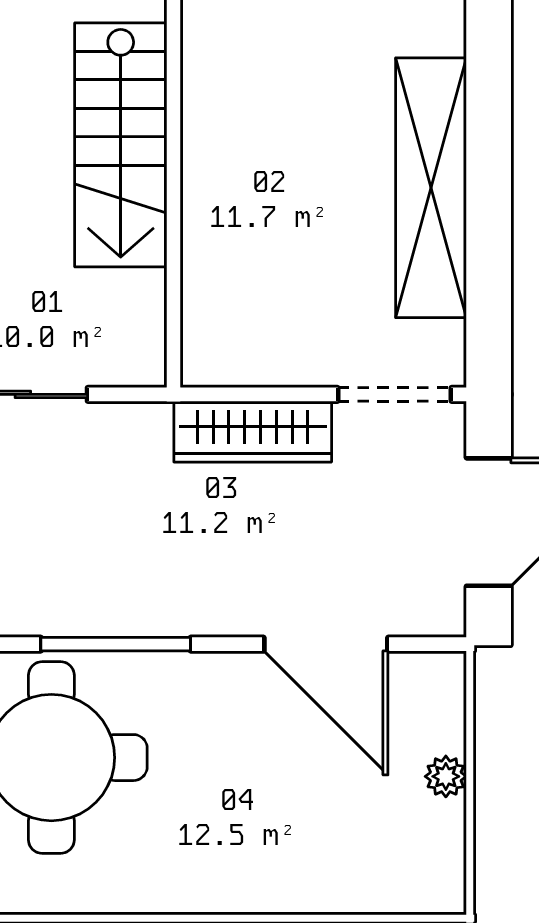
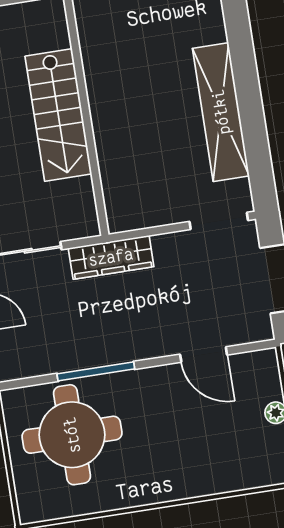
wardrobe: (253, 432) -> (111, 257), moved
door: (326, 644) -> (204, 355), width x0.73

